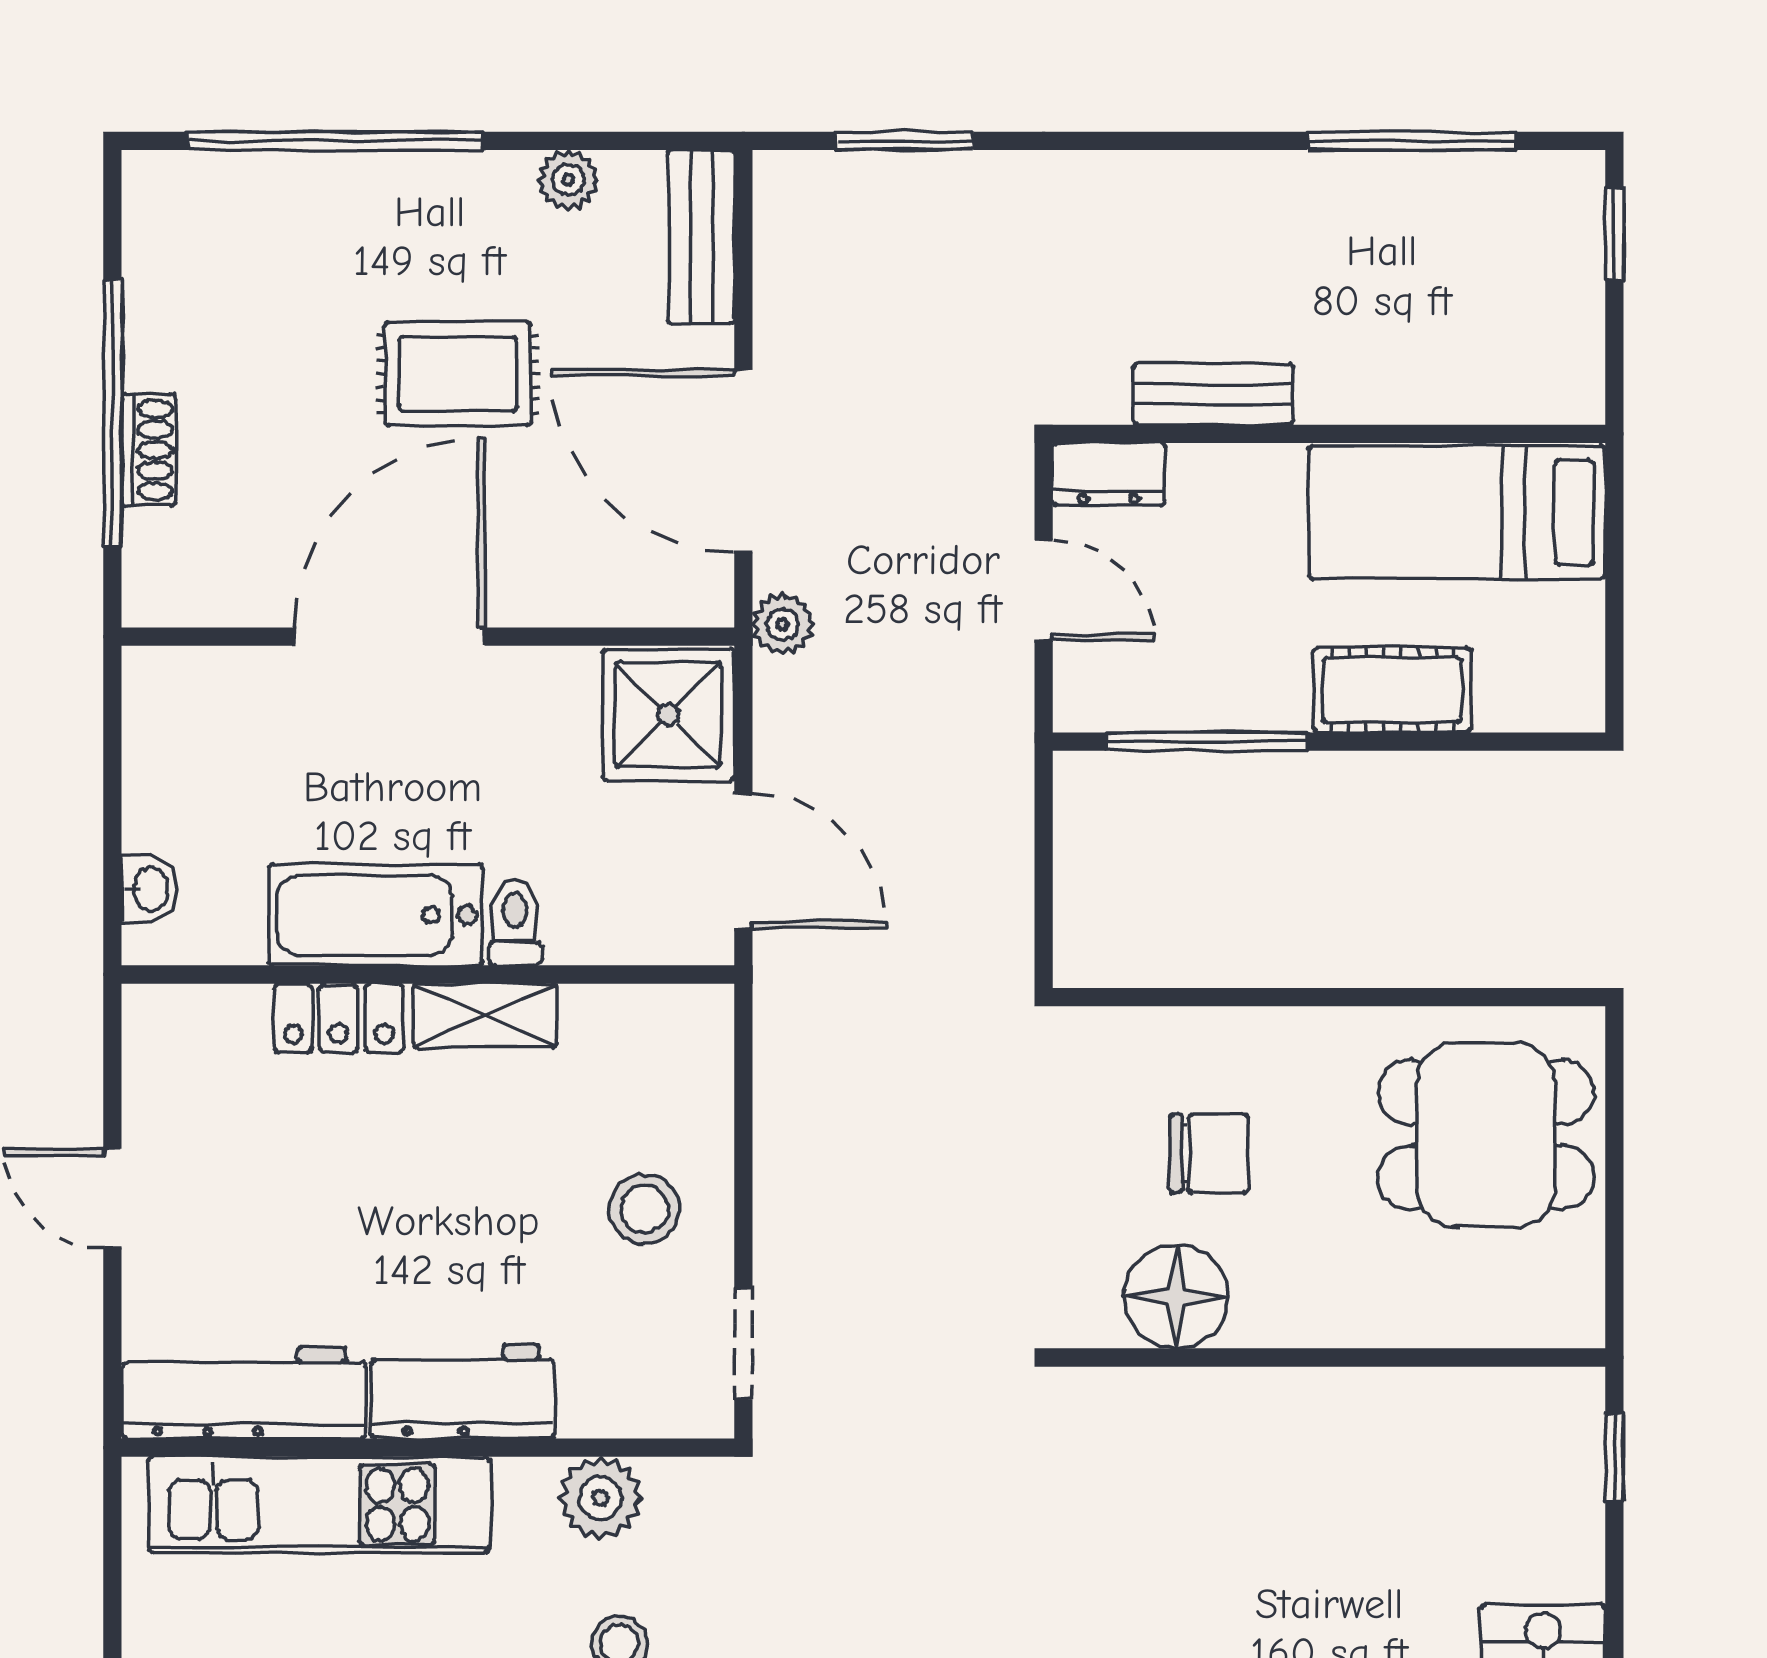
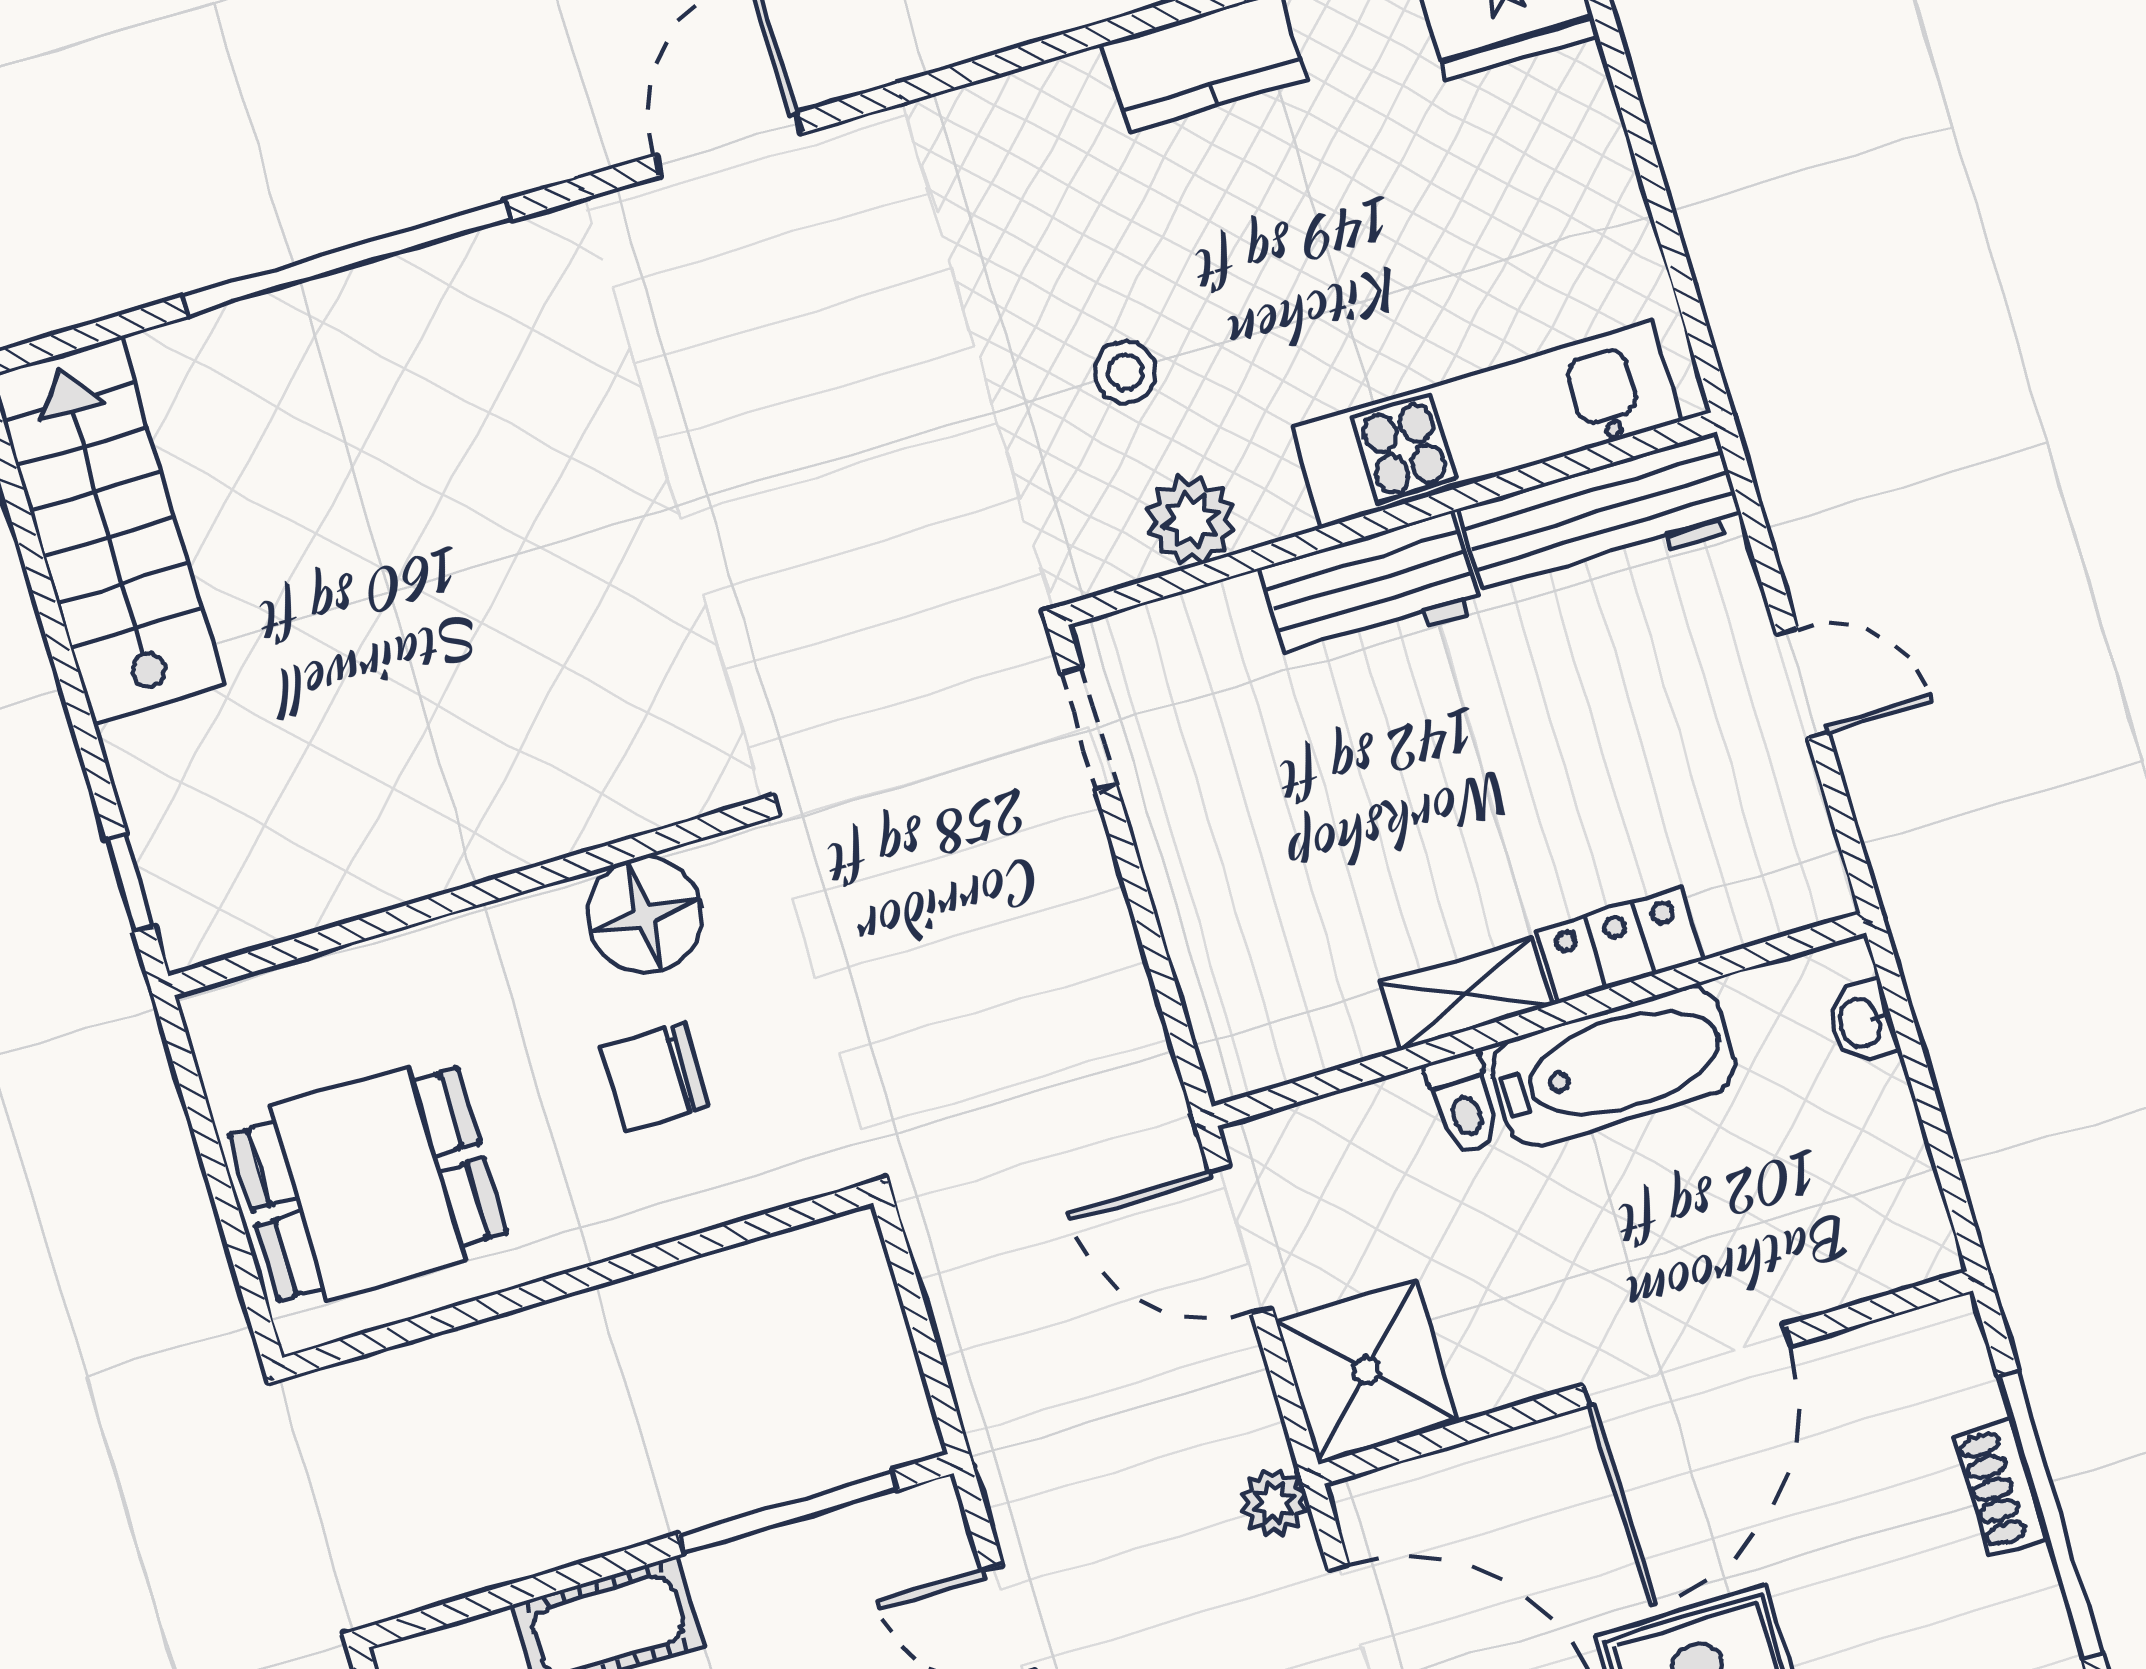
stool: (644, 1209) -> (1236, 840), removed

